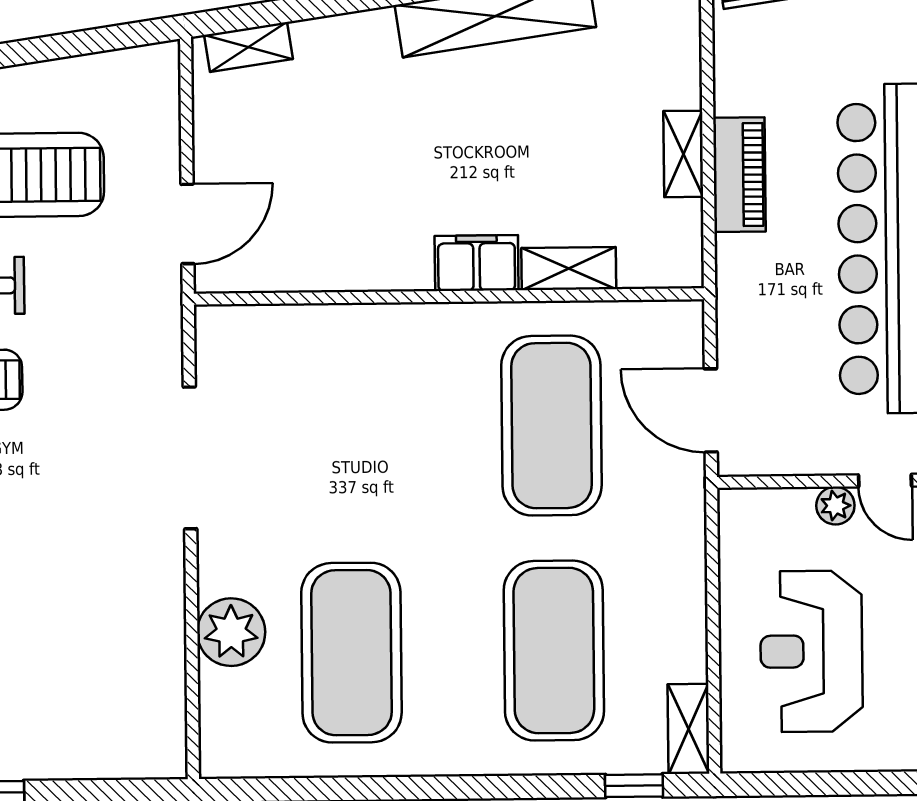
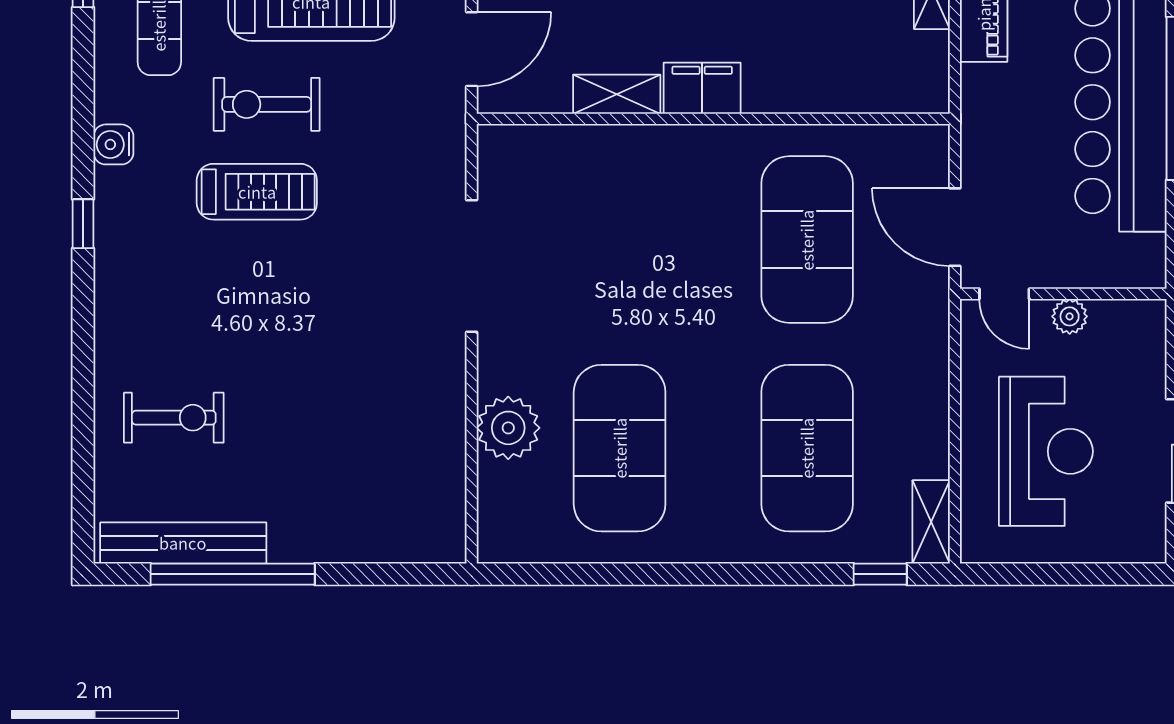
filing cabinet: (477, 263) -> (702, 88), moved
shelving: (569, 269) -> (617, 94), moved
door: (885, 481) -> (1004, 294), moved
reception desk: (811, 651) -> (1046, 451), turned 180

